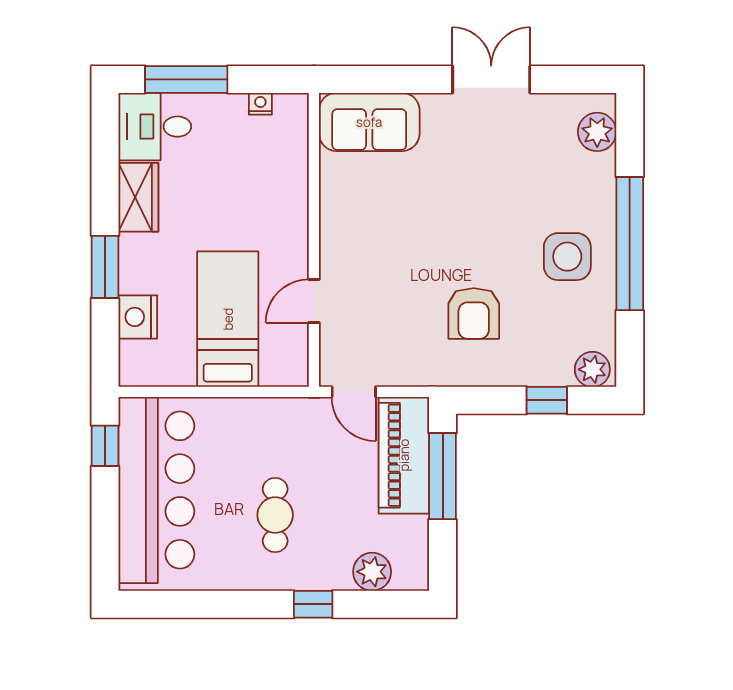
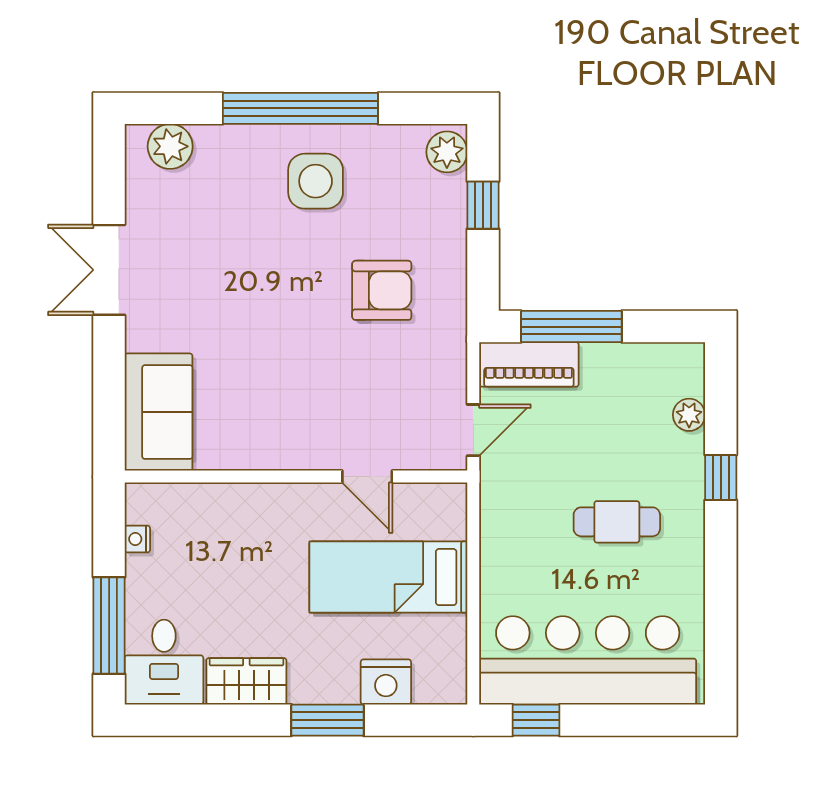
piano: (404, 455) -> (529, 364), width x0.73, depth x0.75
plant: (372, 572) -> (689, 415), width x0.73, depth x0.73

